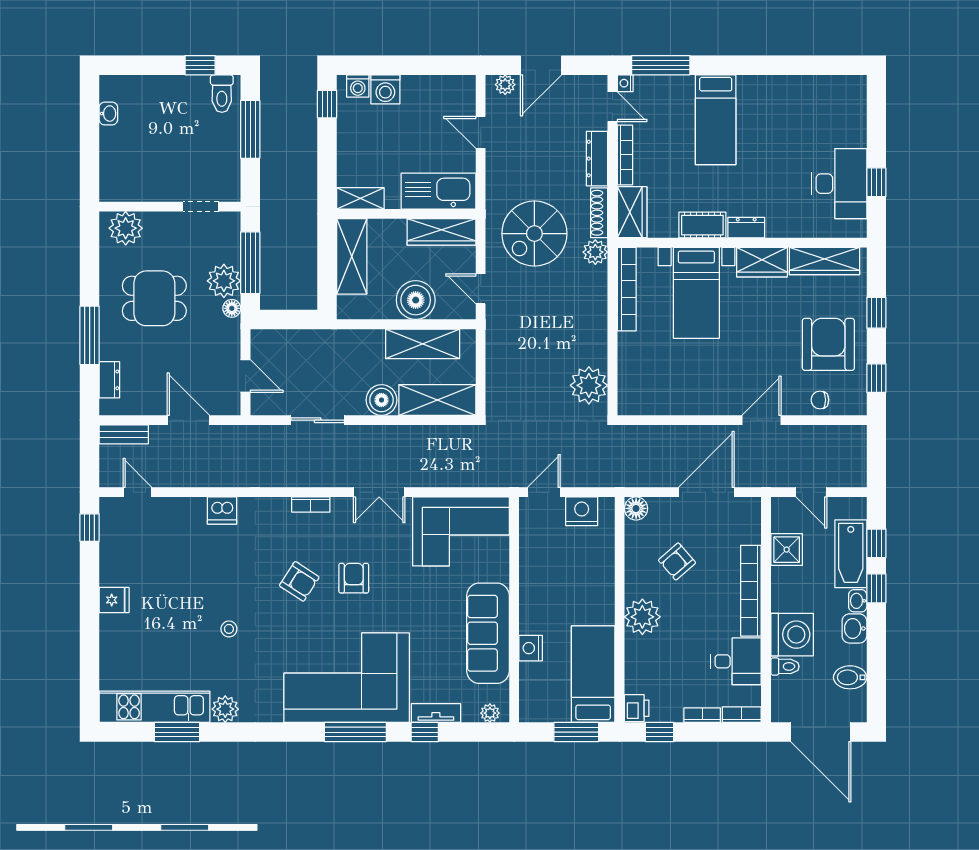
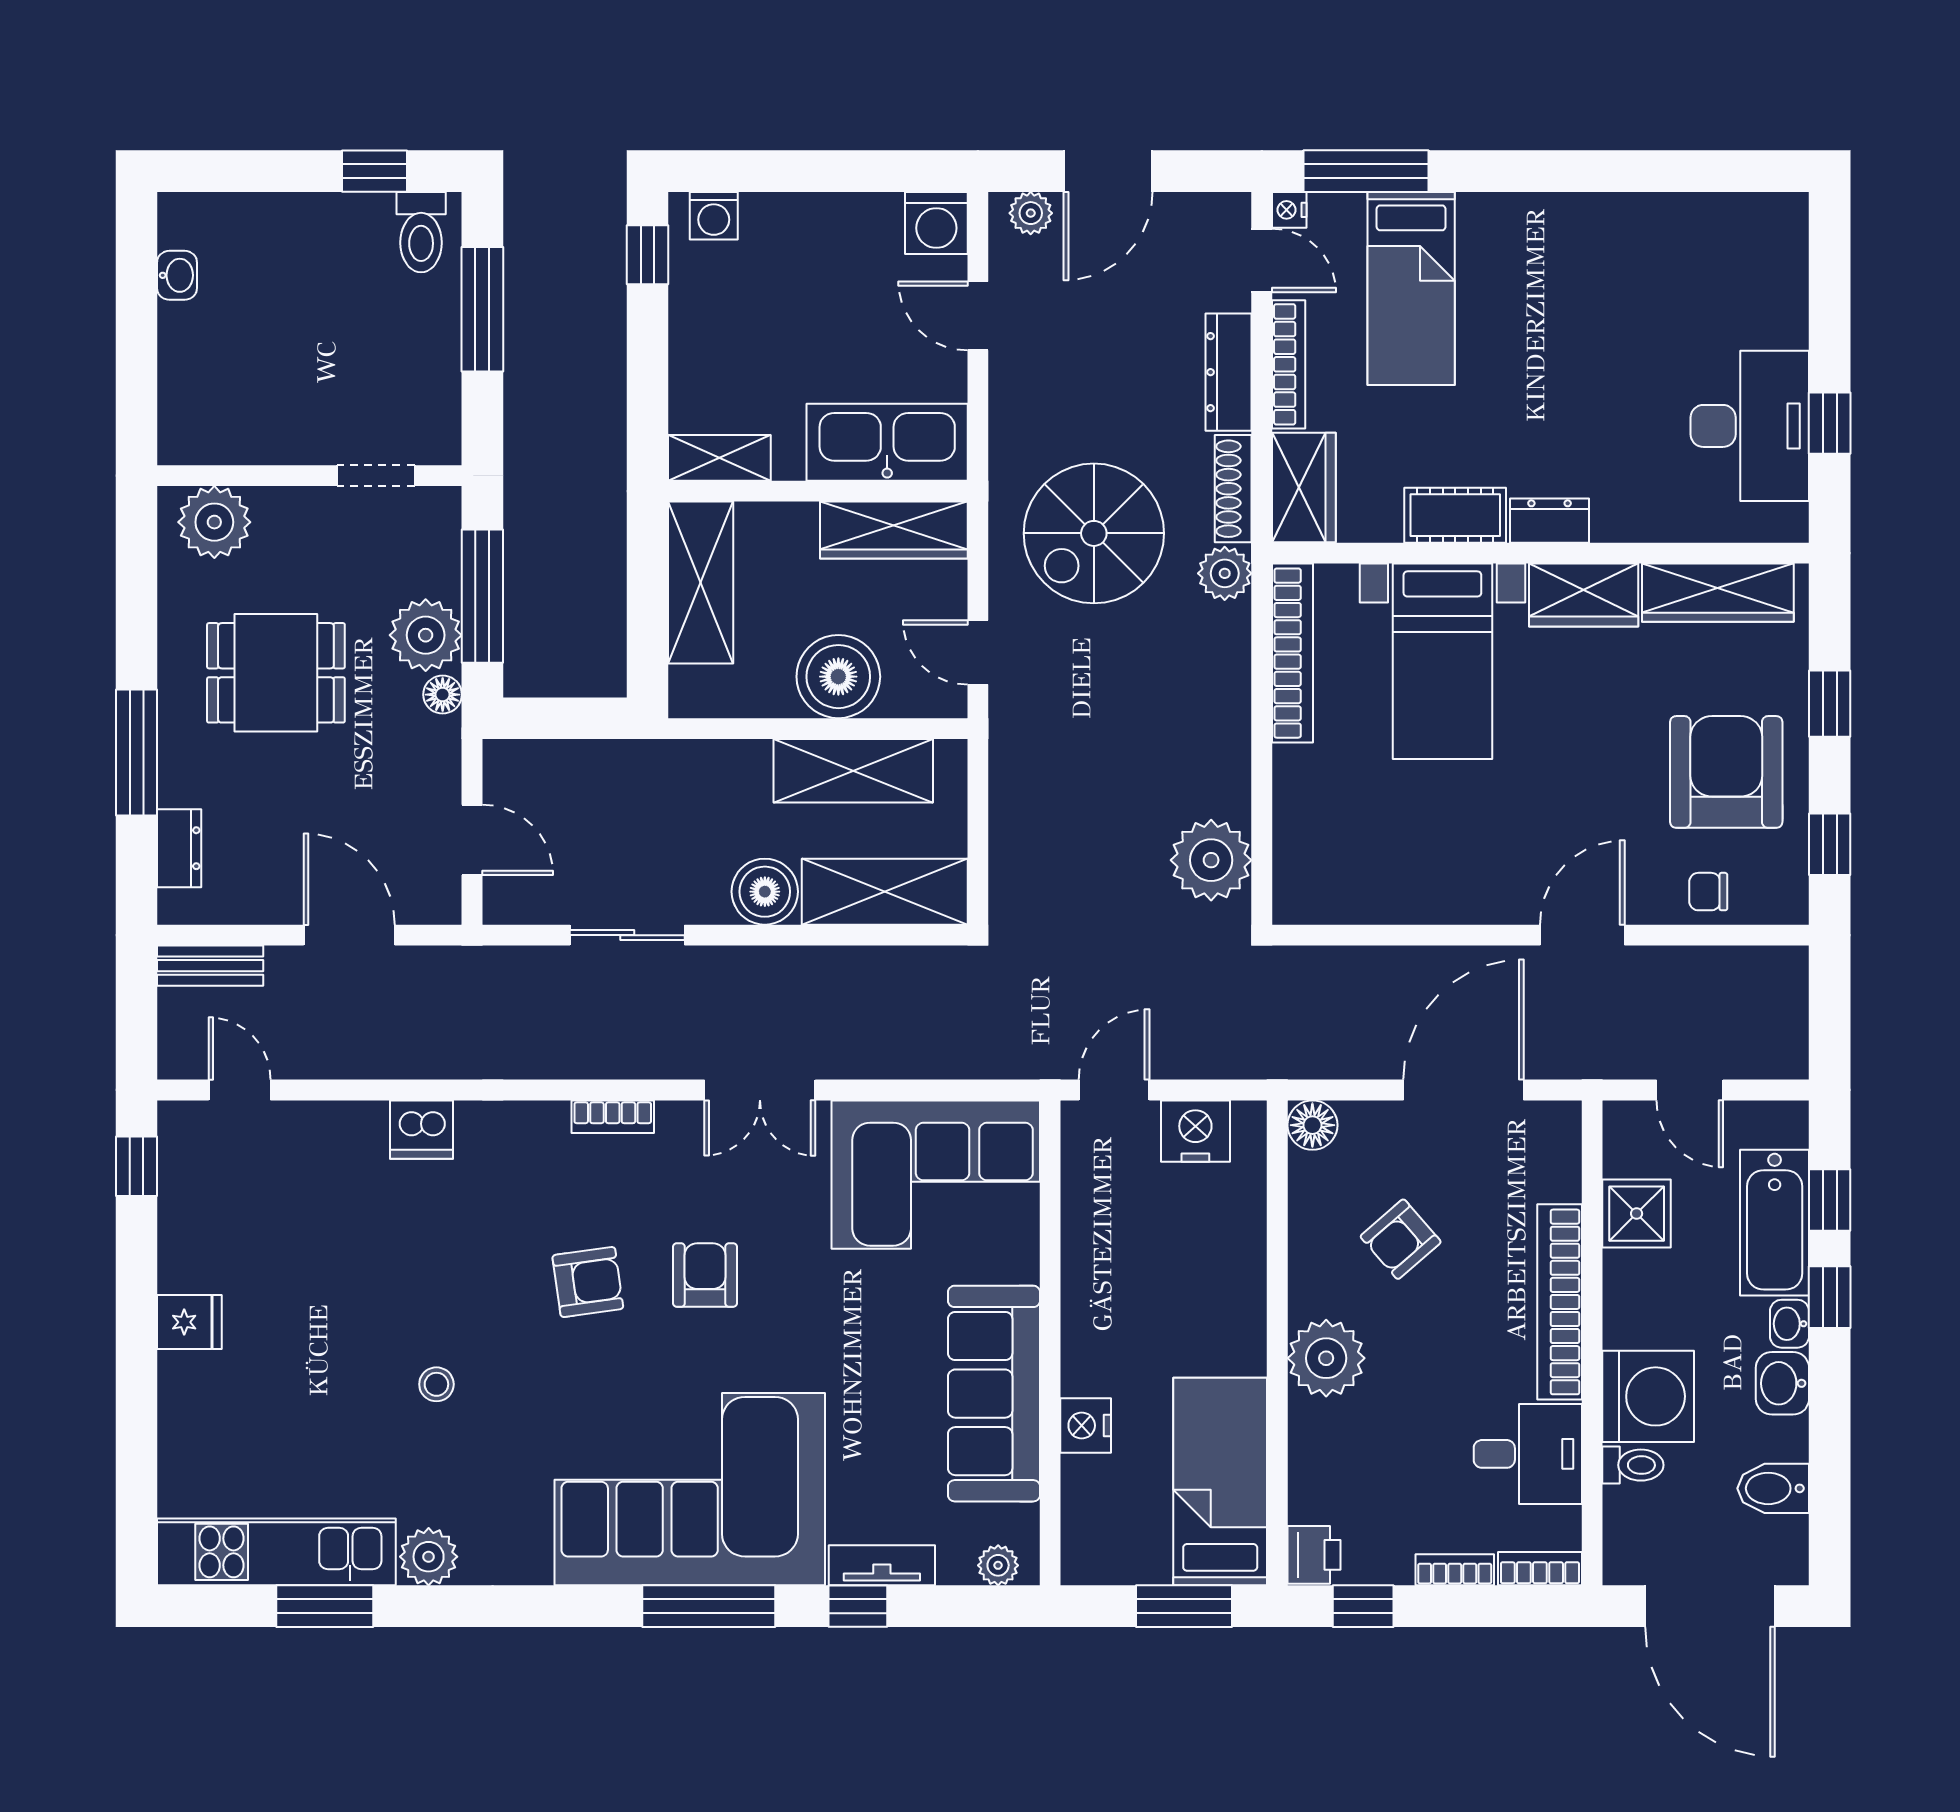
washing machine: (385, 89) -> (936, 223), moved
bed: (716, 120) -> (1411, 288), moved
armchair: (299, 581) -> (588, 1282), turned -41

